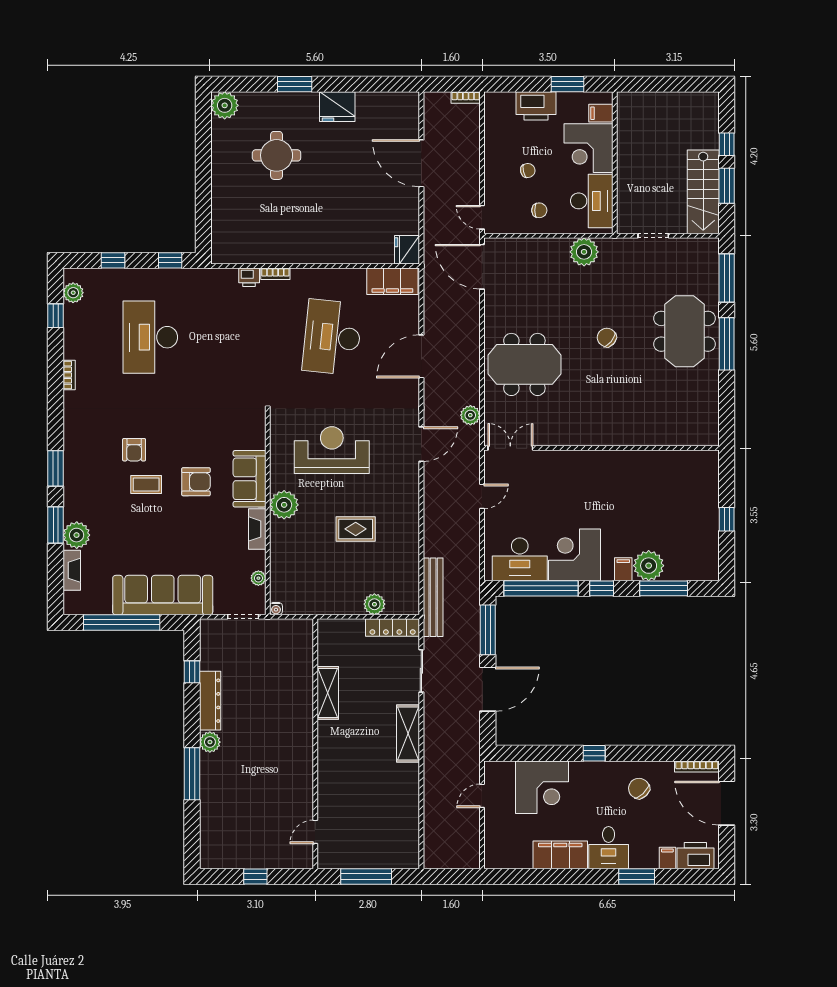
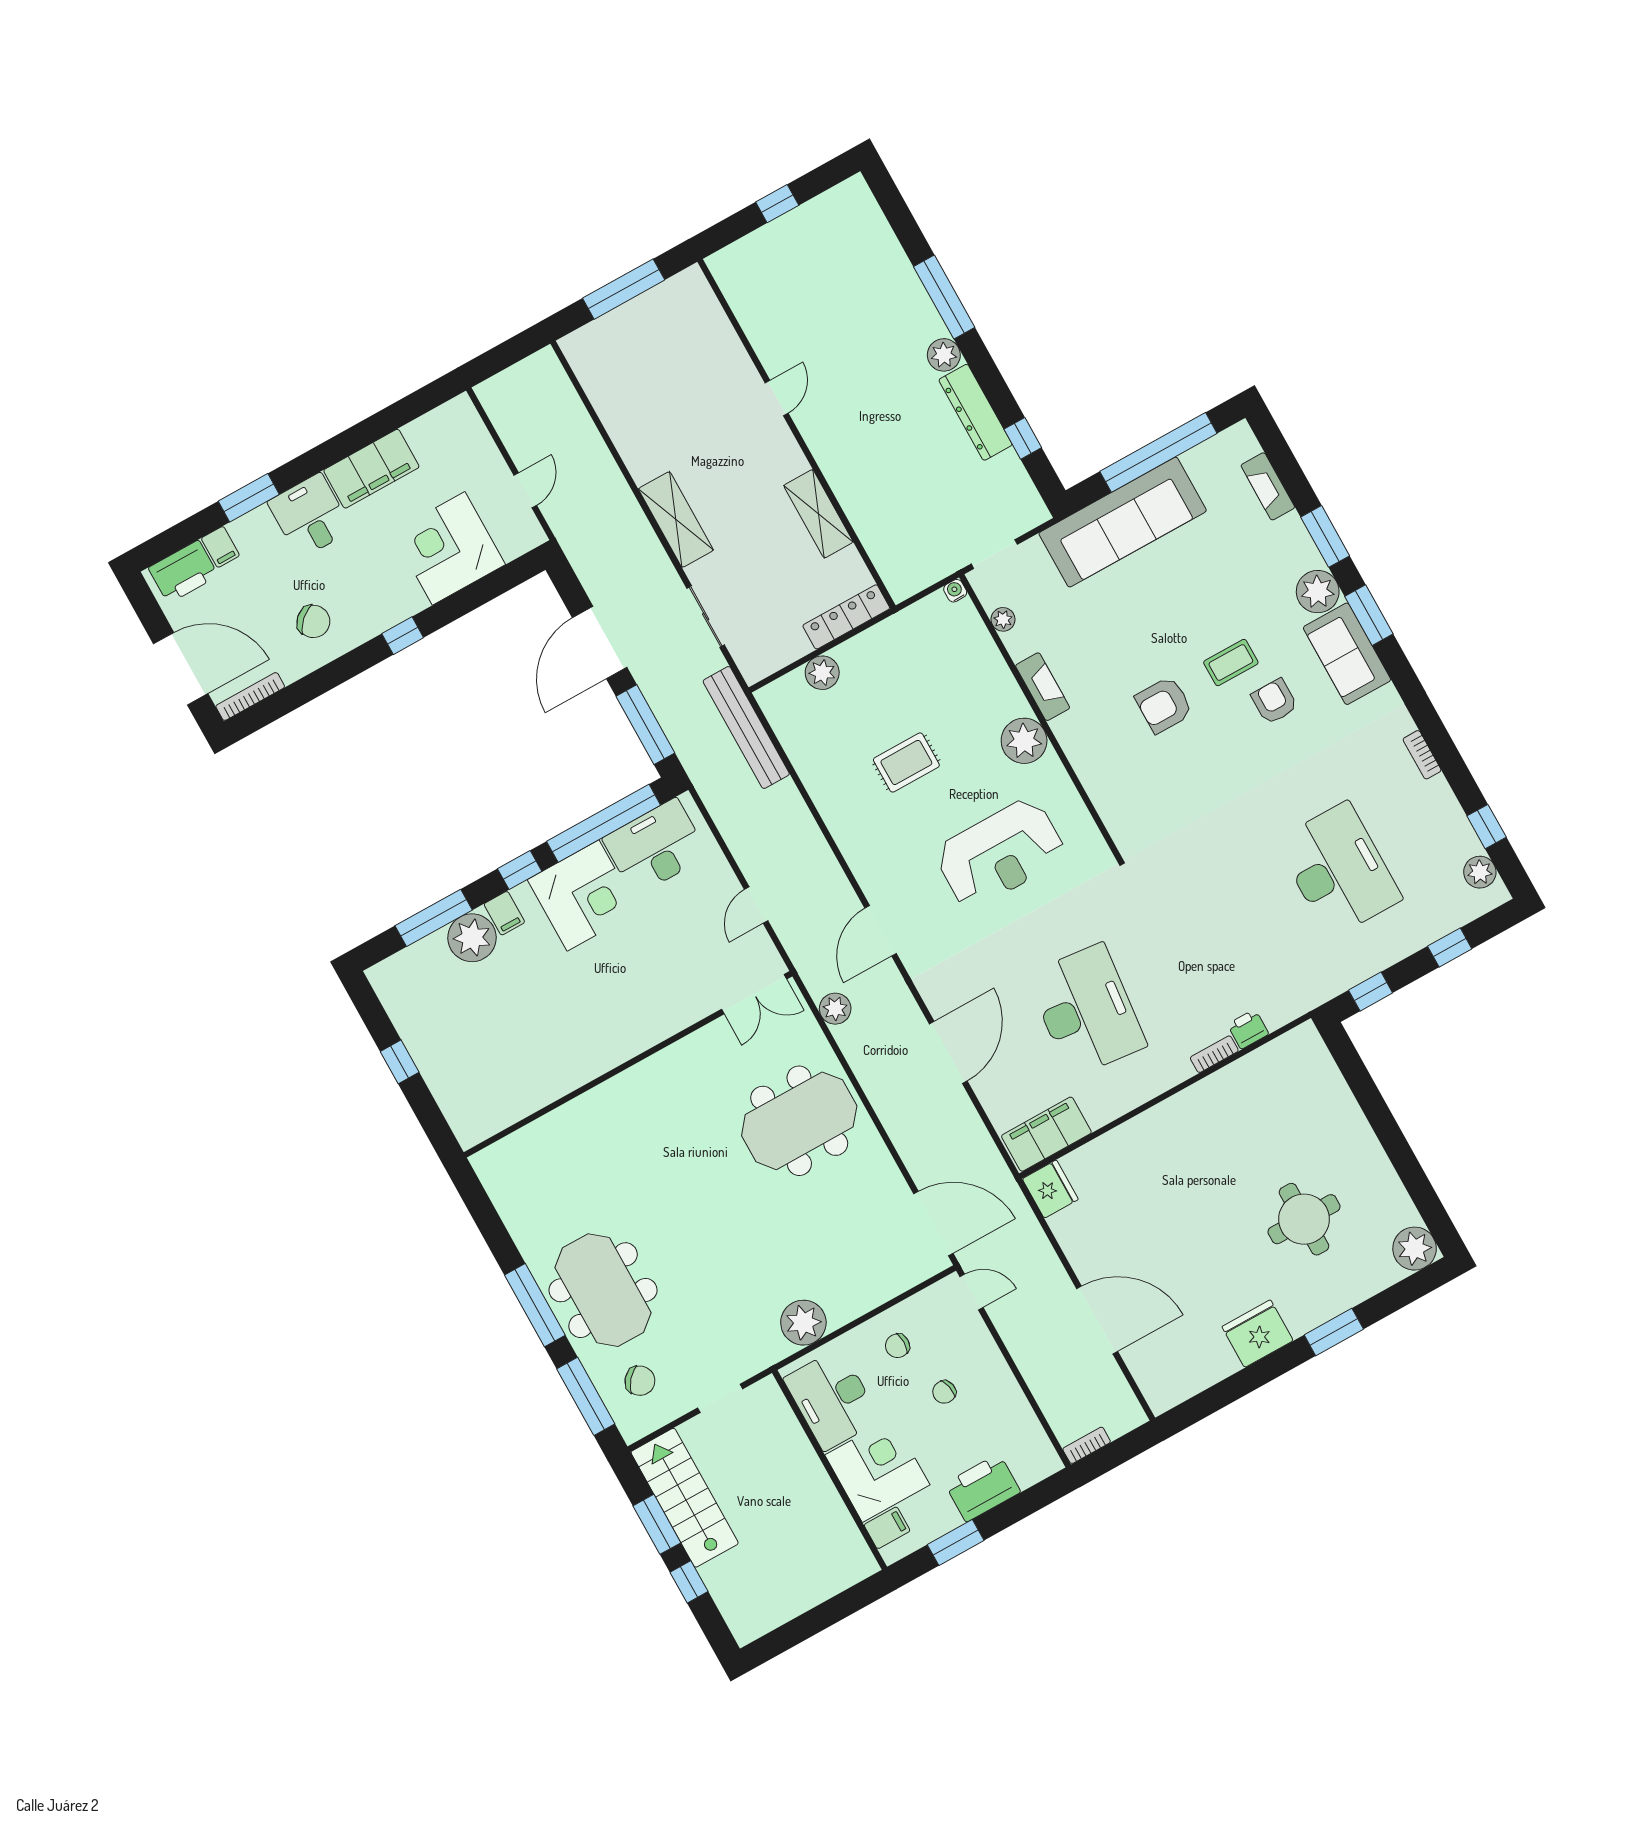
chair: (607, 337) -> (640, 1381), moved
sofa: (250, 479) -> (1347, 654), moved, turned 180
plant: (77, 535) -> (1318, 592), moved
locker: (393, 628) -> (846, 617), moved
door: (315, 832) -> (777, 398), moved

